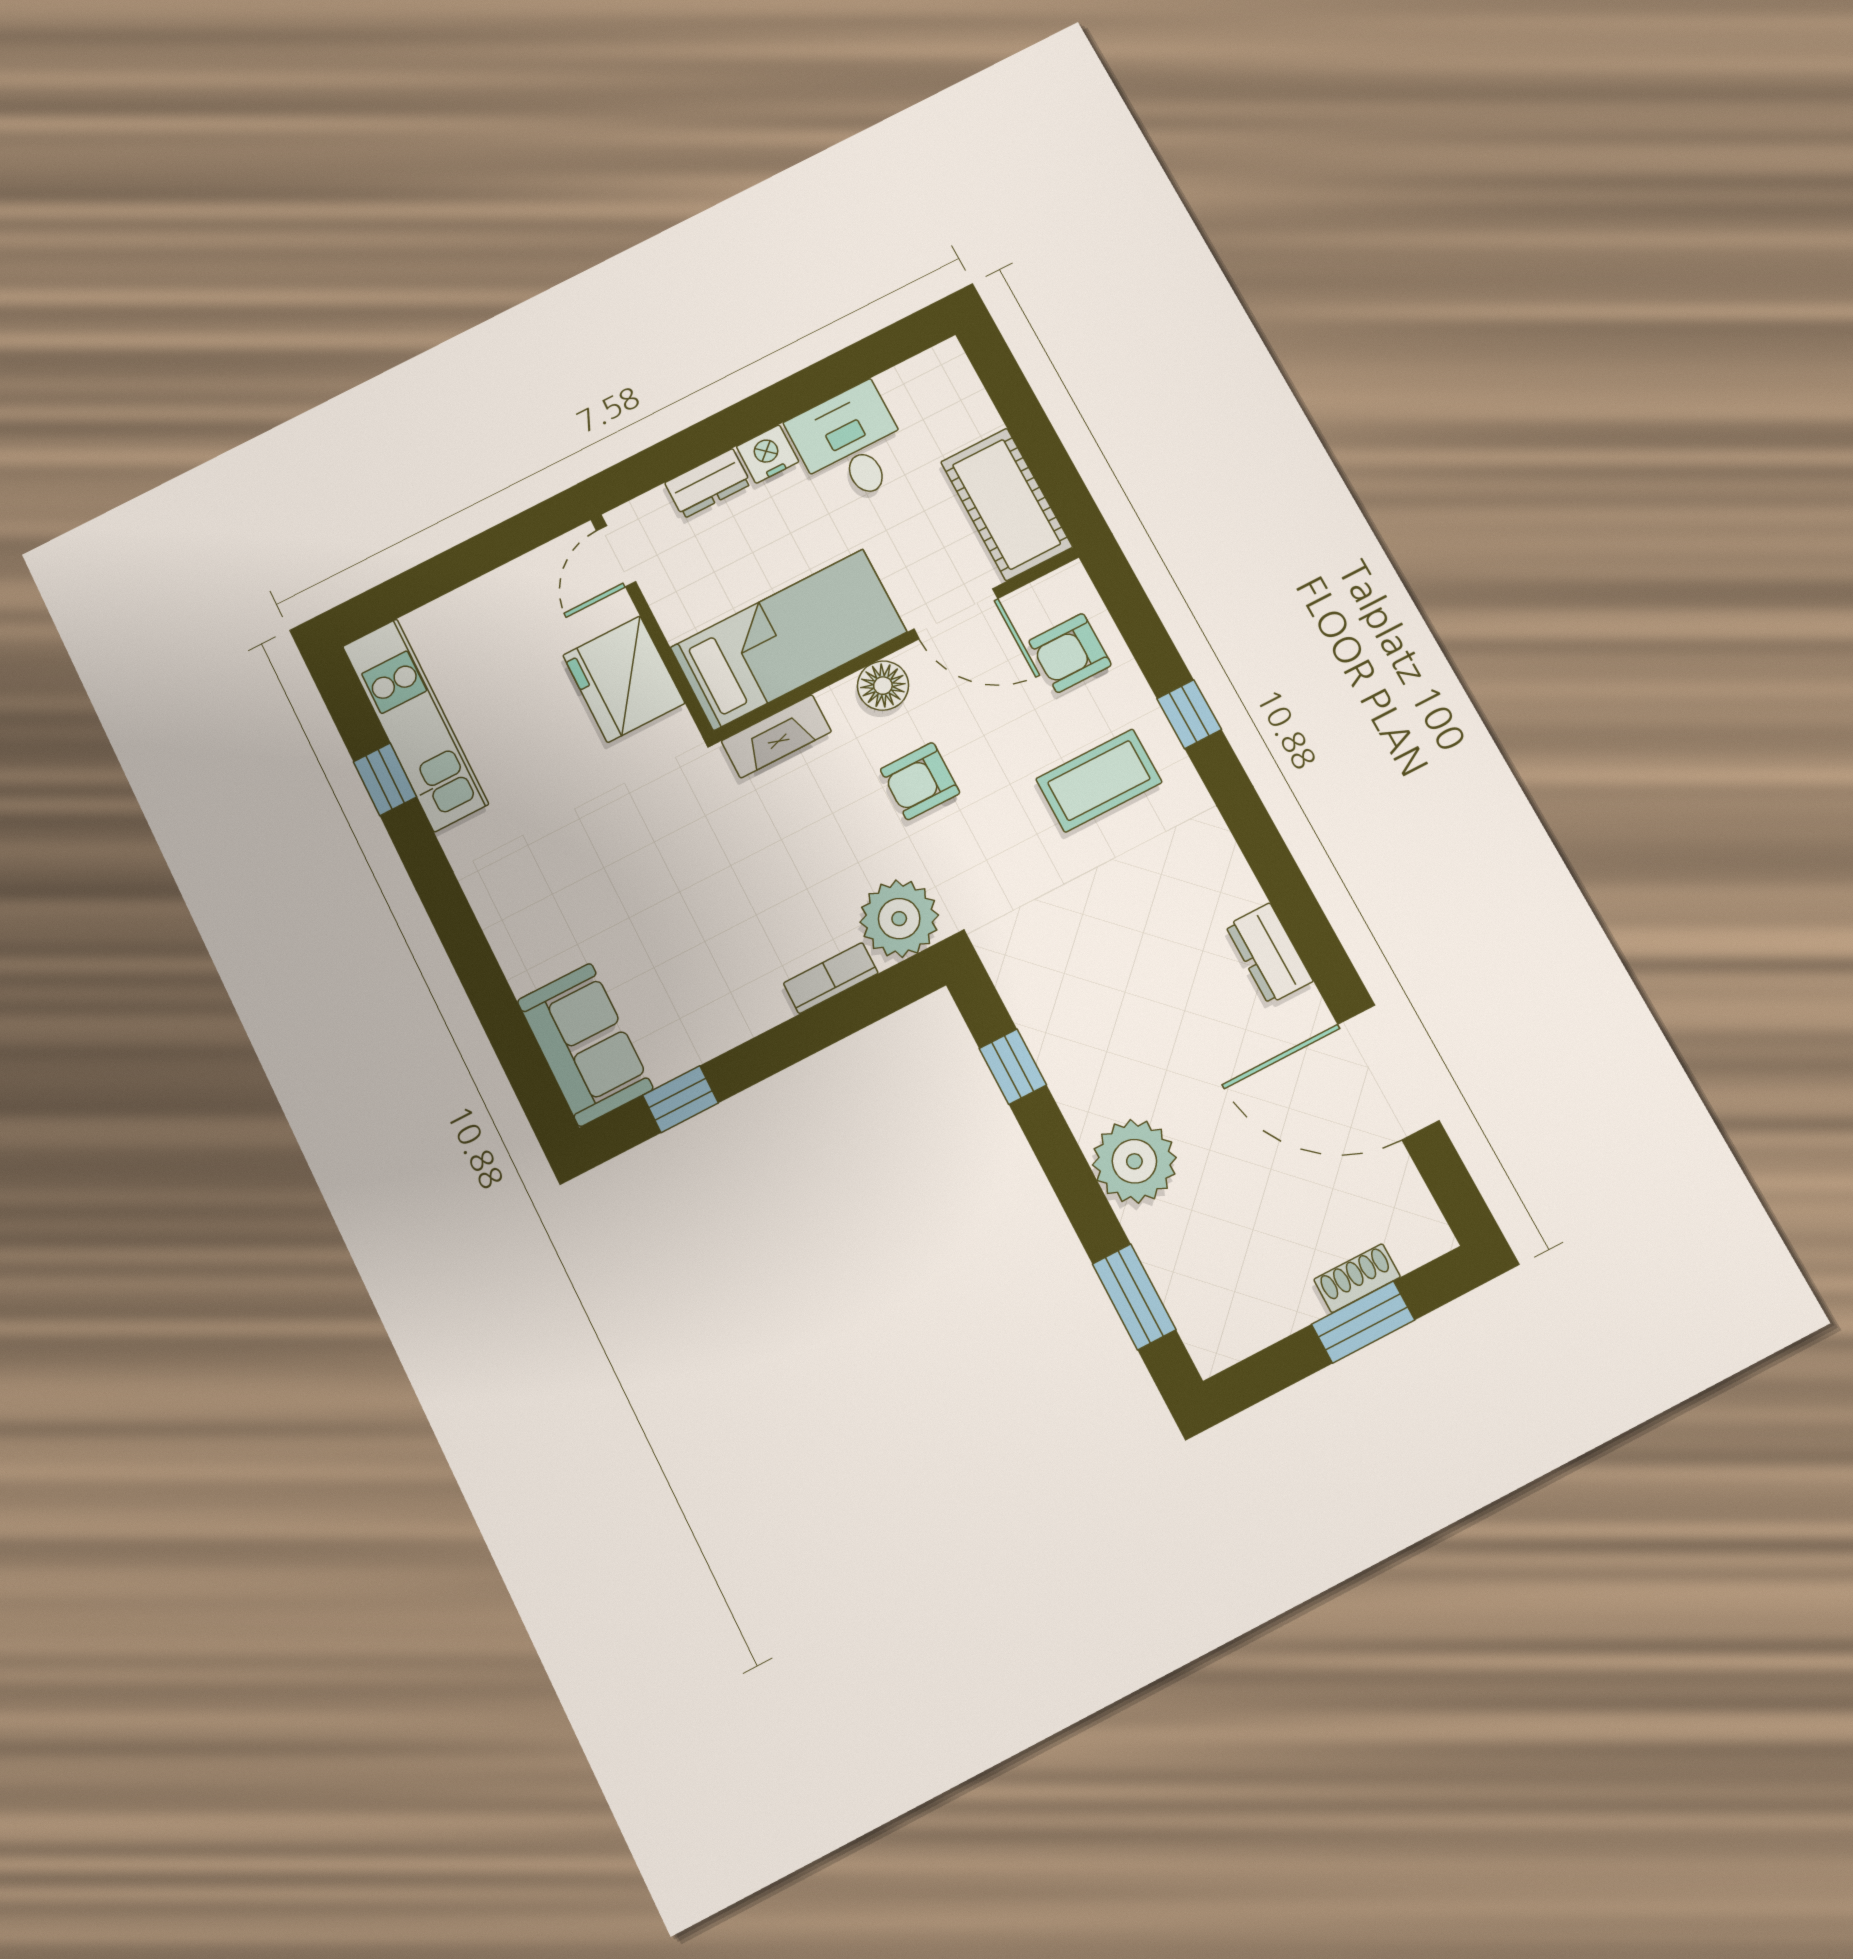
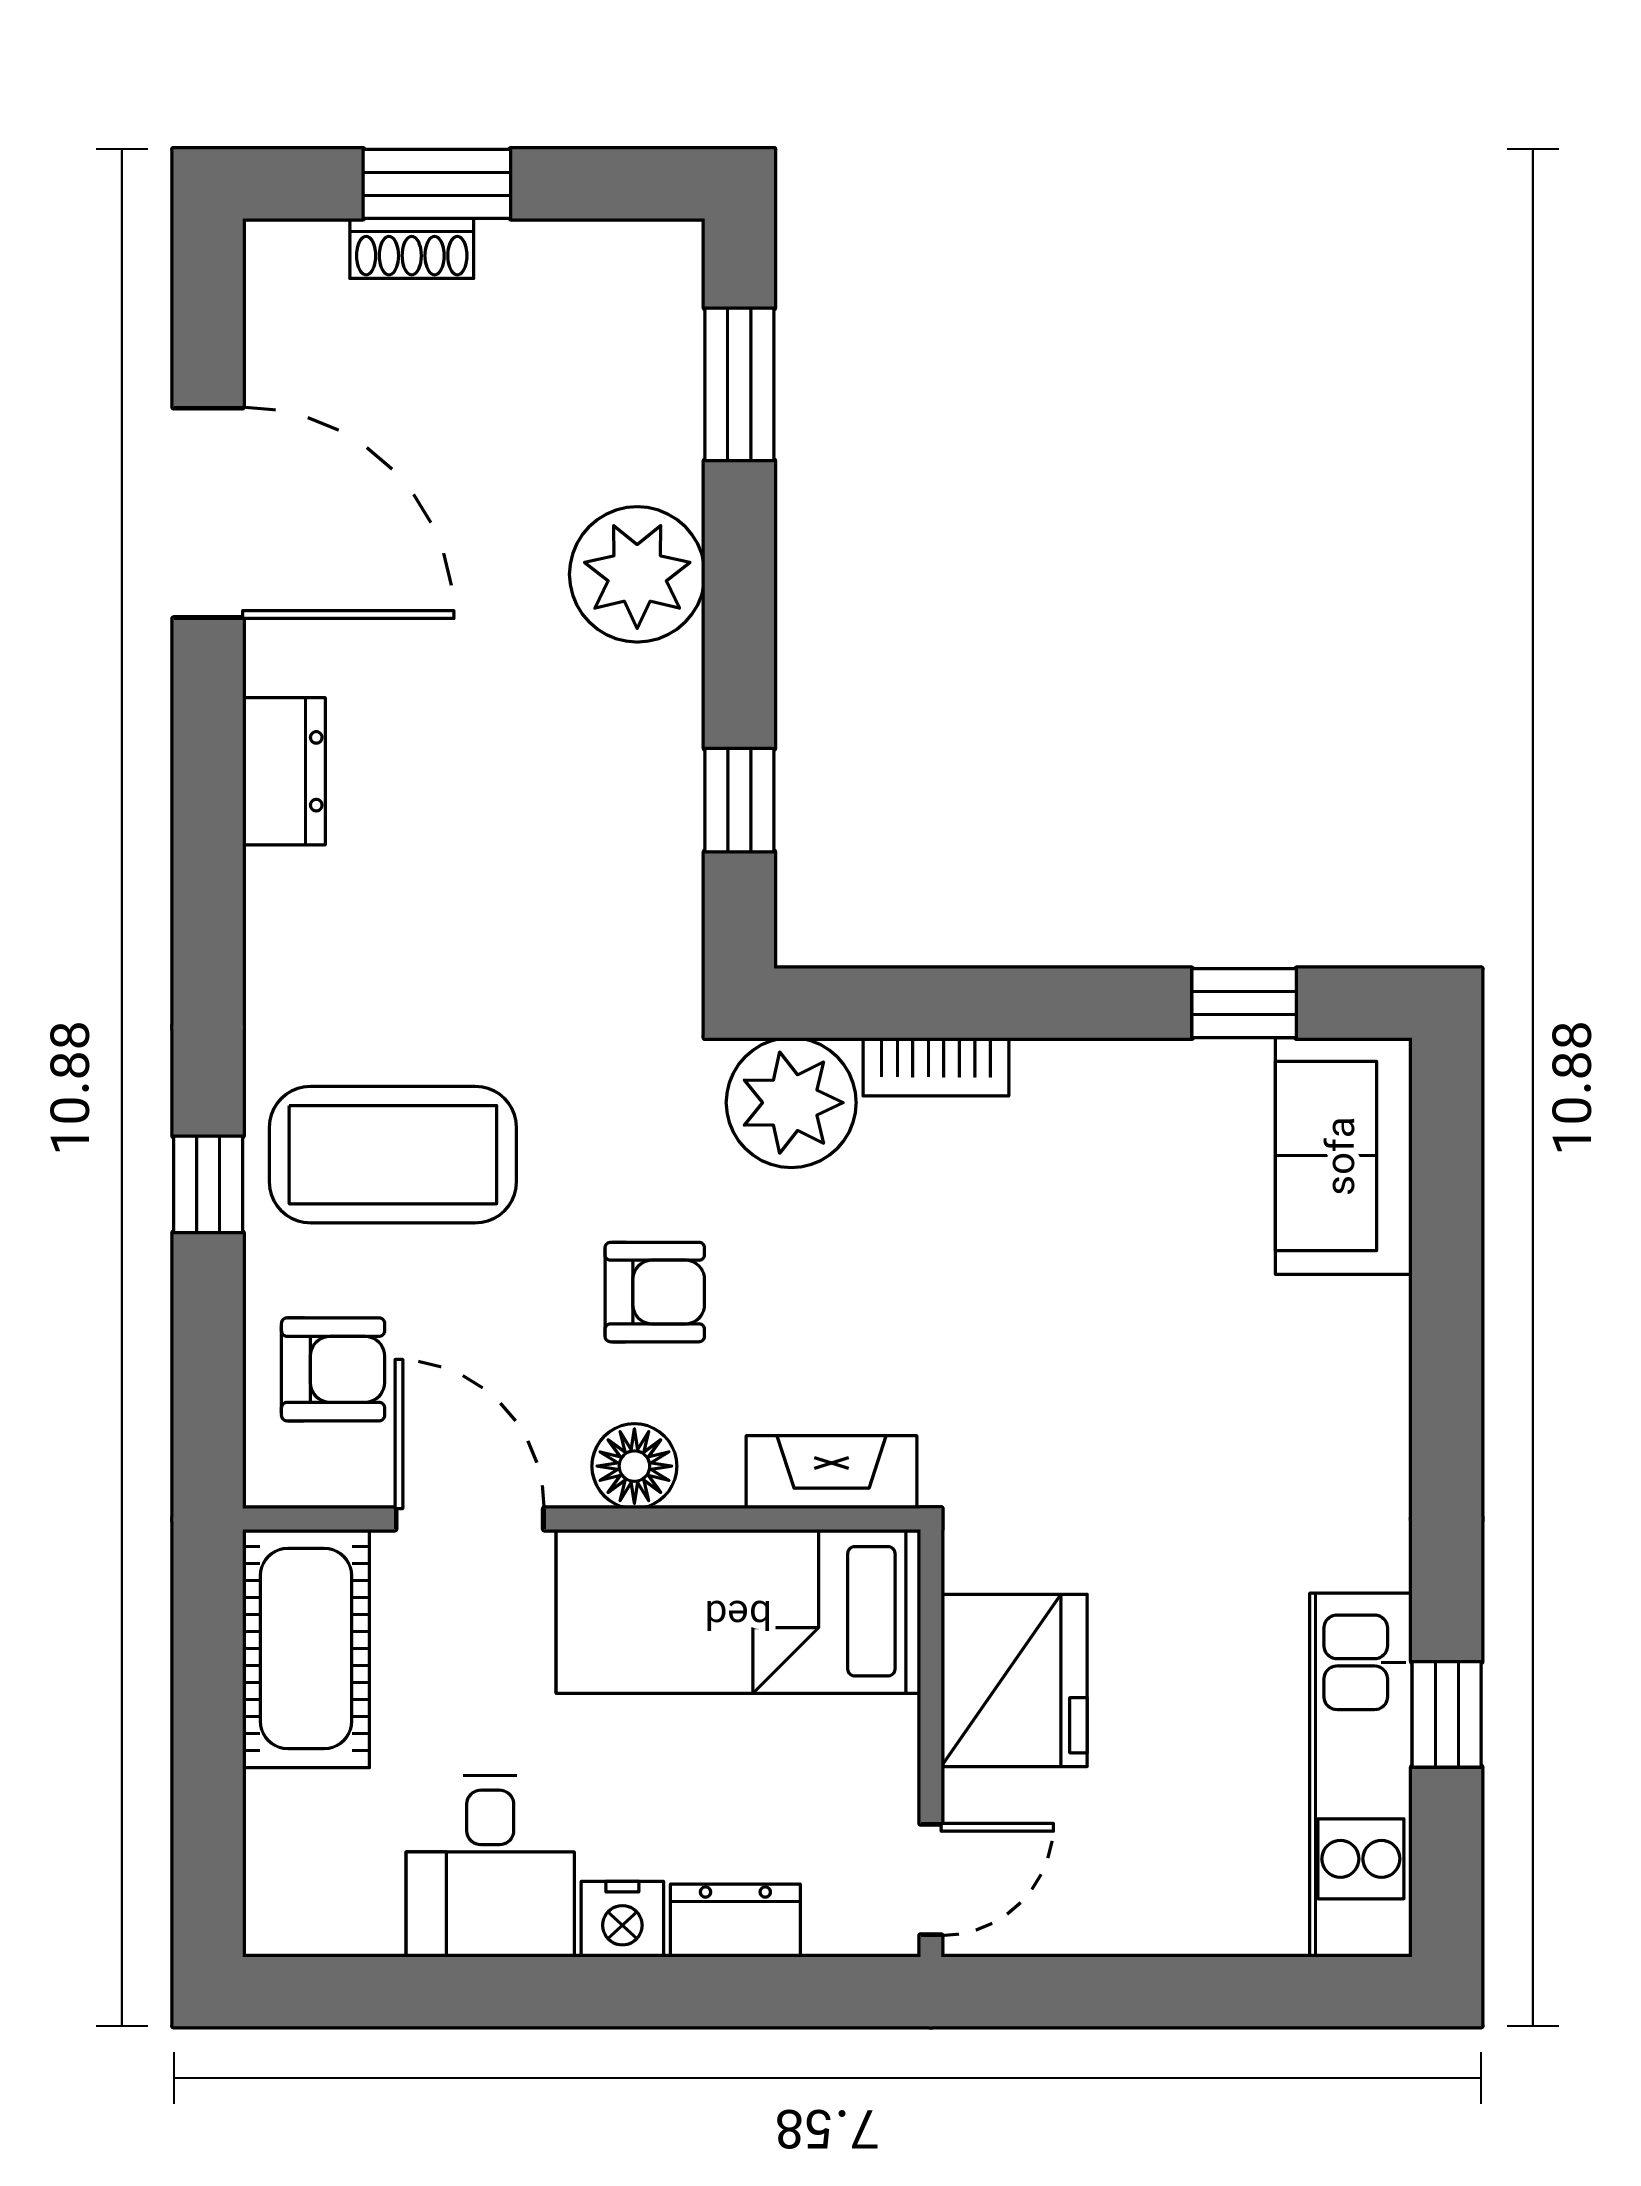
coffee table: (1099, 781) -> (393, 1155), width x1.36, depth x1.32

